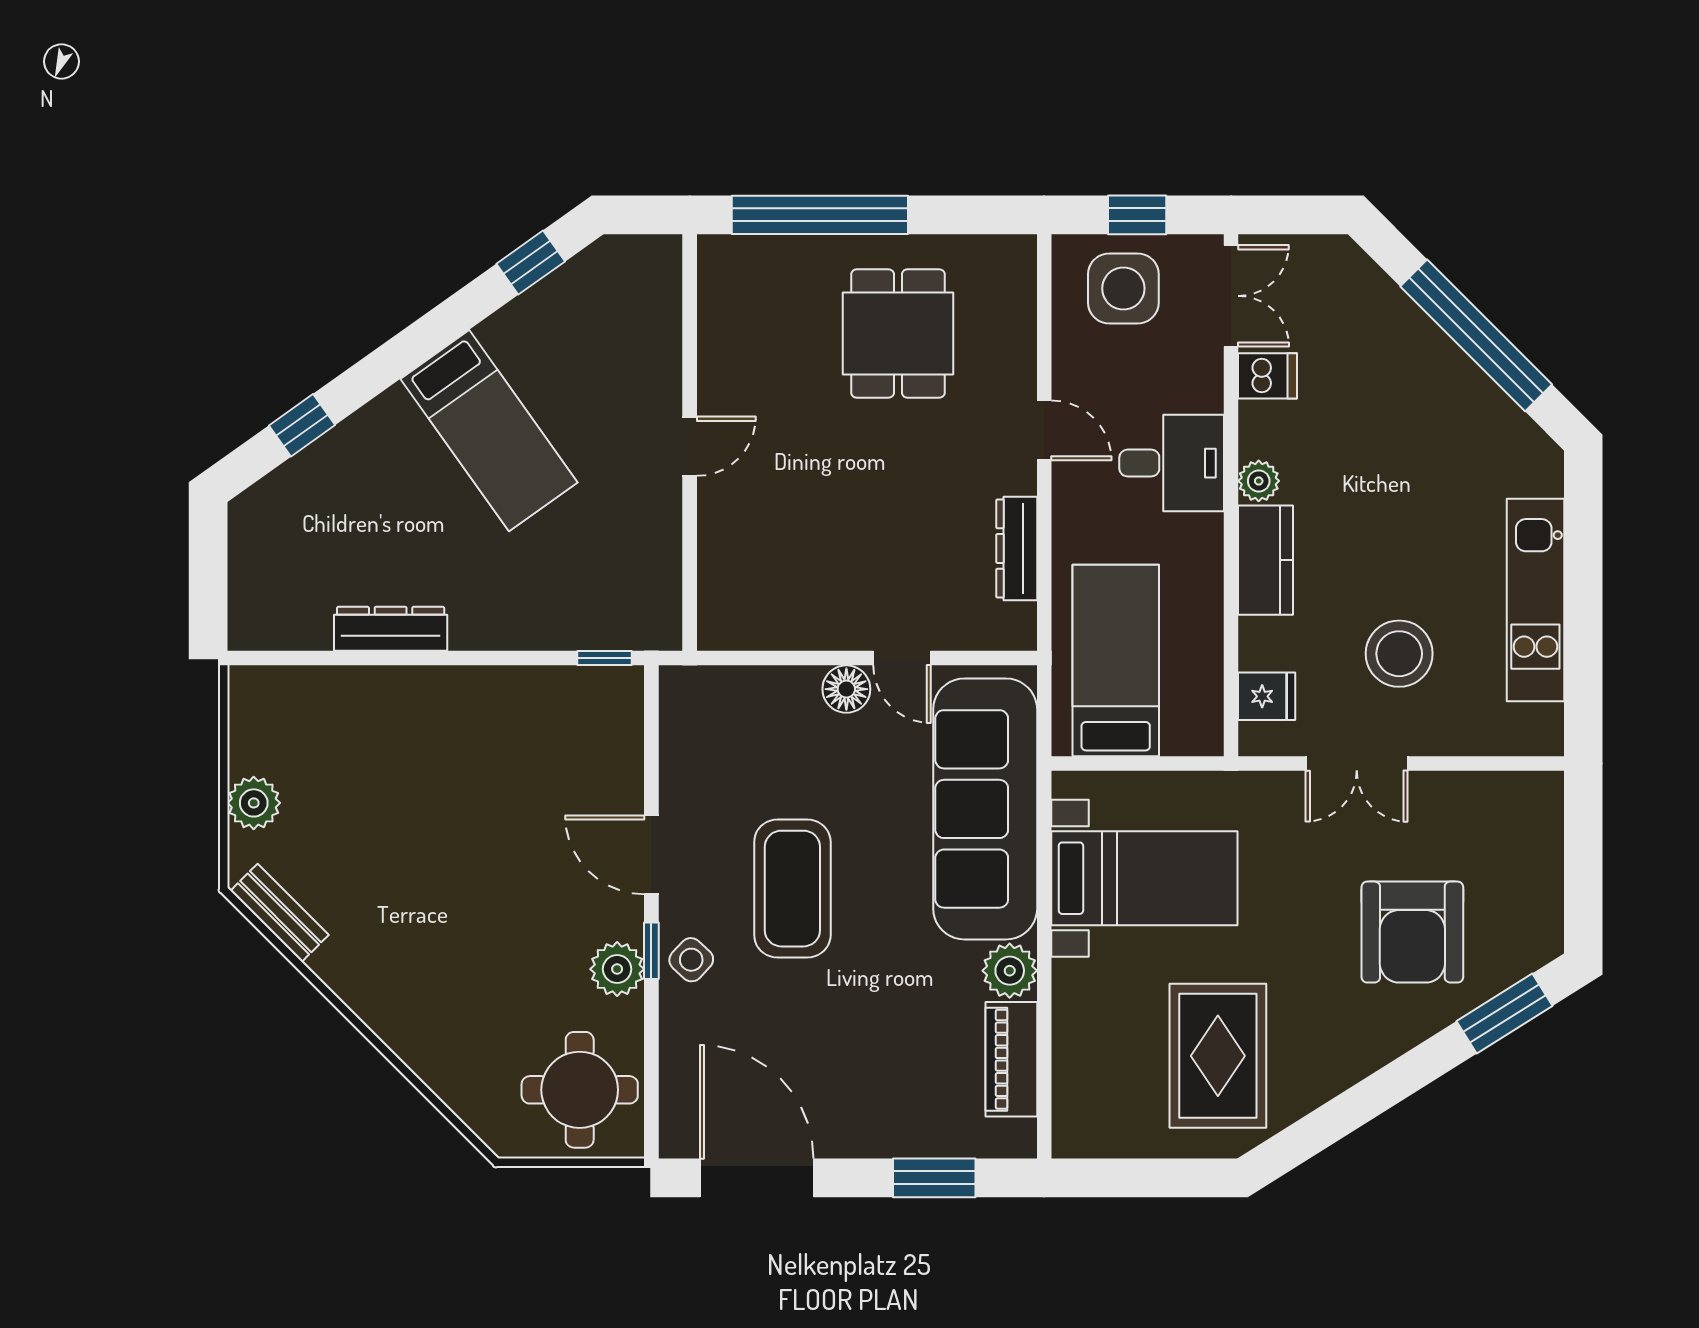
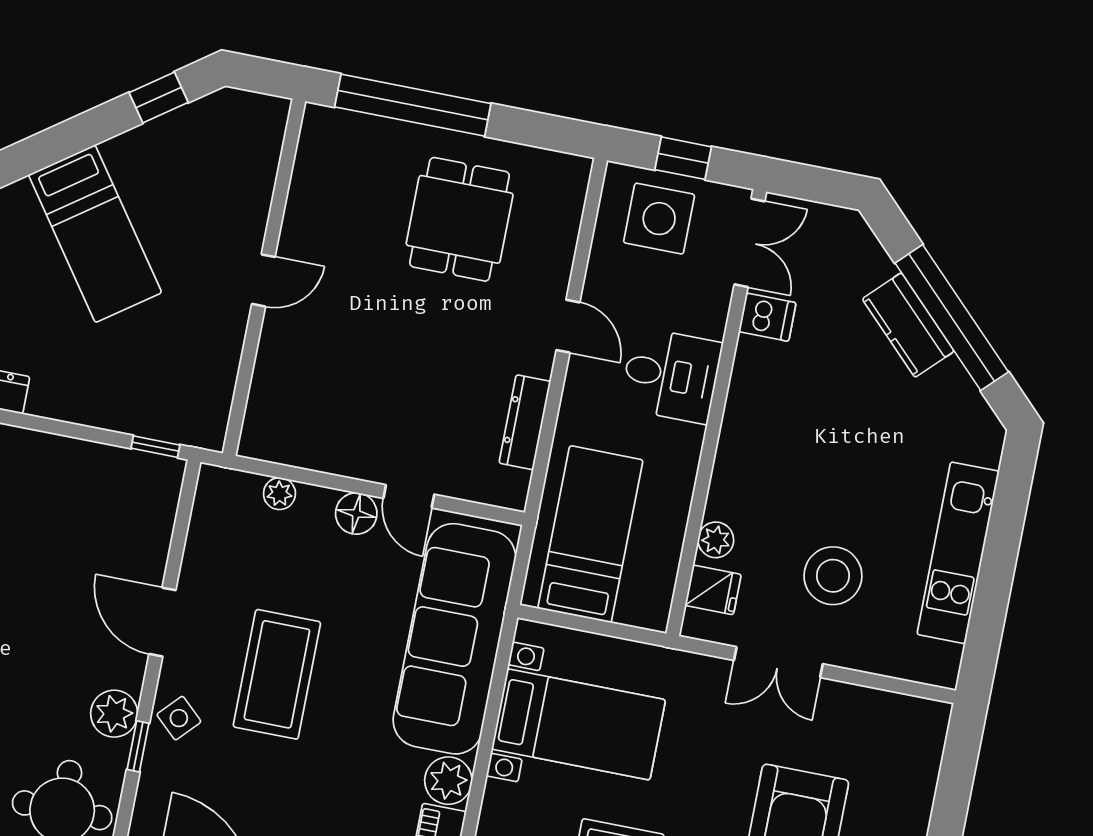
plant: (1259, 481) -> (716, 540), moved
kitchen counter: (1266, 560) -> (908, 325), moved, turned 135
plant: (755, 684) -> (279, 494), added
window: (651, 951) -> (138, 746), moved

